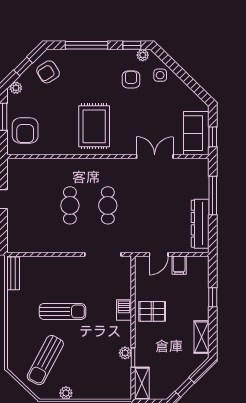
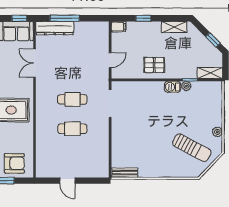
dresser: (200, 224) -> (55, 28), moved
door: (159, 254) -> (110, 60), hinge flipped
filing cabinet: (179, 265) -> (118, 27), moved
barbecue: (124, 310) -> (172, 87), moved
sun lounger: (62, 311) -> (154, 134), removed
pallet: (152, 311) -> (154, 65), turned 90

